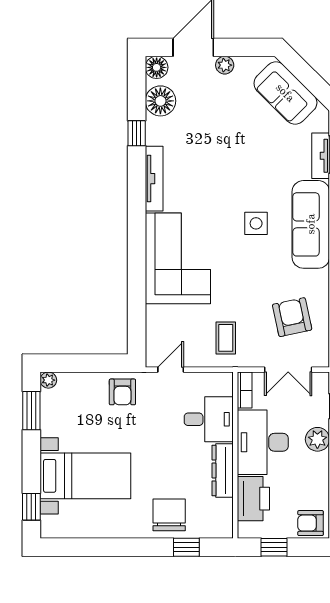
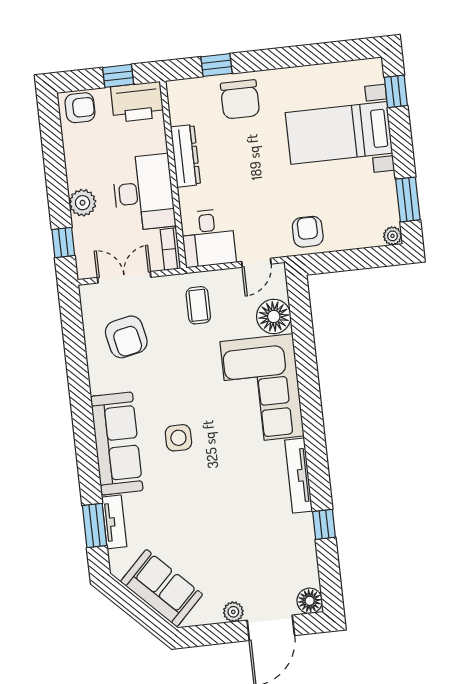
floor lamp: (160, 101) -> (274, 316), moved
desk: (209, 419) -> (208, 238), moved, turned -90
printer: (253, 499) -> (137, 102), moved, turned -90

